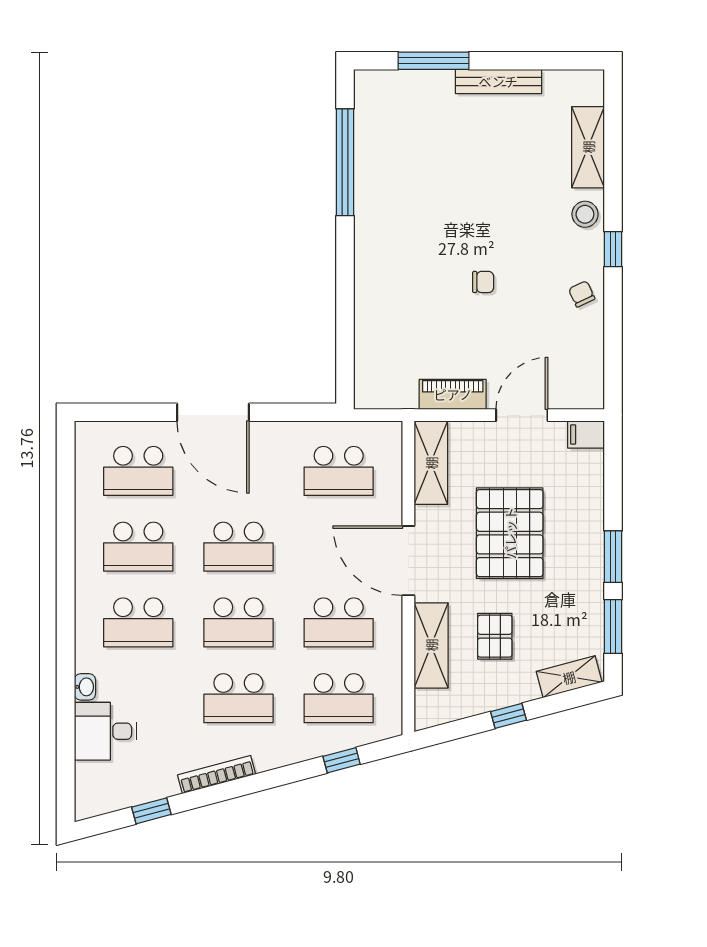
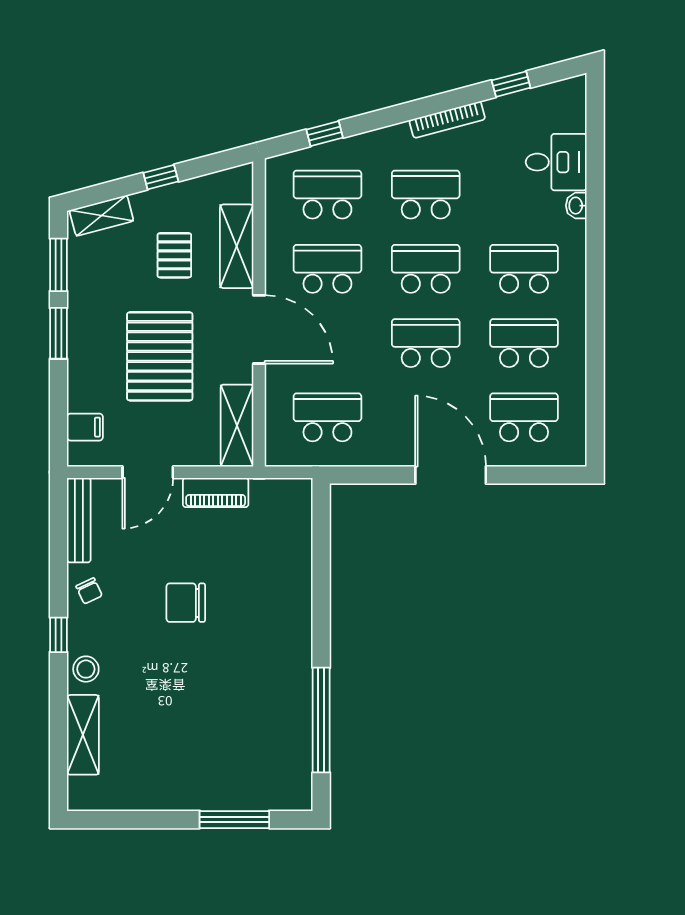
bench: (498, 81) -> (79, 520), moved, turned 90
chair: (483, 282) -> (186, 603), width x1.87, depth x1.87
filing cabinet: (586, 435) -> (85, 427), moved

